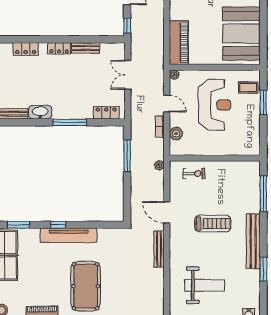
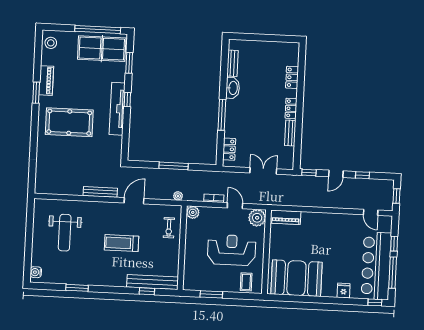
piano: (179, 43) -> (286, 217), width x0.73, depth x0.75
plant: (174, 75) -> (257, 218), width x1.87, depth x1.87
window: (263, 102) -> (211, 294), moved
door: (167, 104) -> (235, 206), swing flipped
reception desk: (215, 105) -> (232, 250), turned 180
plant: (176, 134) -> (193, 212), moved
window: (127, 156) -> (174, 166), moved
window: (263, 194) -> (147, 291), width x0.46
treadmill: (213, 224) -> (122, 243), turned 90
bench: (253, 241) -> (153, 282), moved

